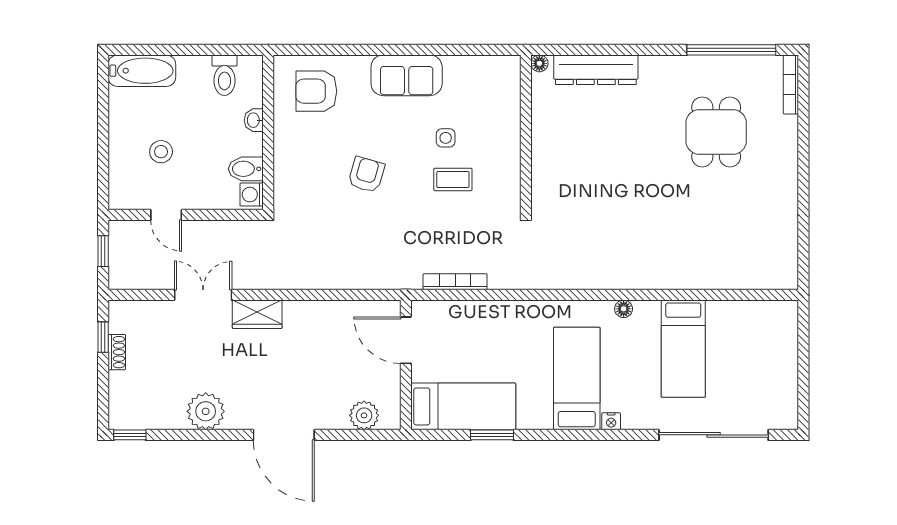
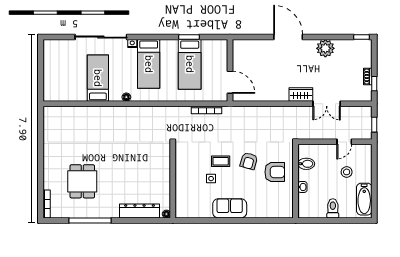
window: (731, 50) -> (90, 220), moved
bathtub: (142, 71) -> (364, 199), moved, turned -90
toilet: (224, 75) -> (333, 208), moved
armchair: (316, 91) -> (275, 172), moved
coffee table: (453, 179) -> (221, 161), moved
washing machine: (252, 195) -> (303, 152), removed
door: (166, 215) -> (344, 142), swing flipped
bed: (463, 406) -> (190, 64), moved, turned -90
plant: (364, 415) -> (250, 46), removed
sliding door: (714, 435) -> (101, 37), moved

